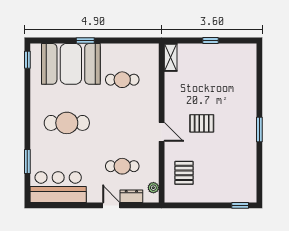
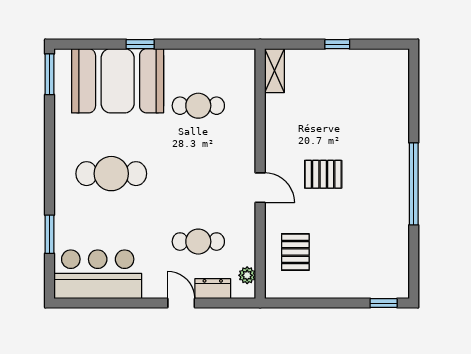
window: (27, 60) -> (49, 74), width x1.50
window: (259, 129) -> (414, 184), width x2.11

